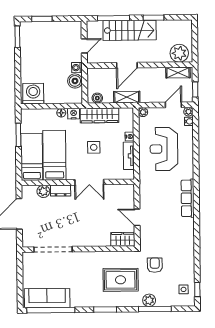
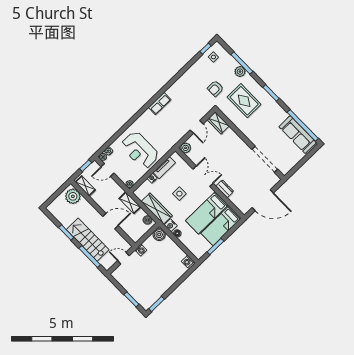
boiler: (75, 81) -> (159, 235), moved
washing machine: (33, 94) -> (188, 262), width x0.53, depth x0.53
reception desk: (164, 149) -> (140, 150), turned 90
plant: (43, 191) -> (186, 148), moved
row of seats: (188, 198) -> (160, 104), width x0.68

